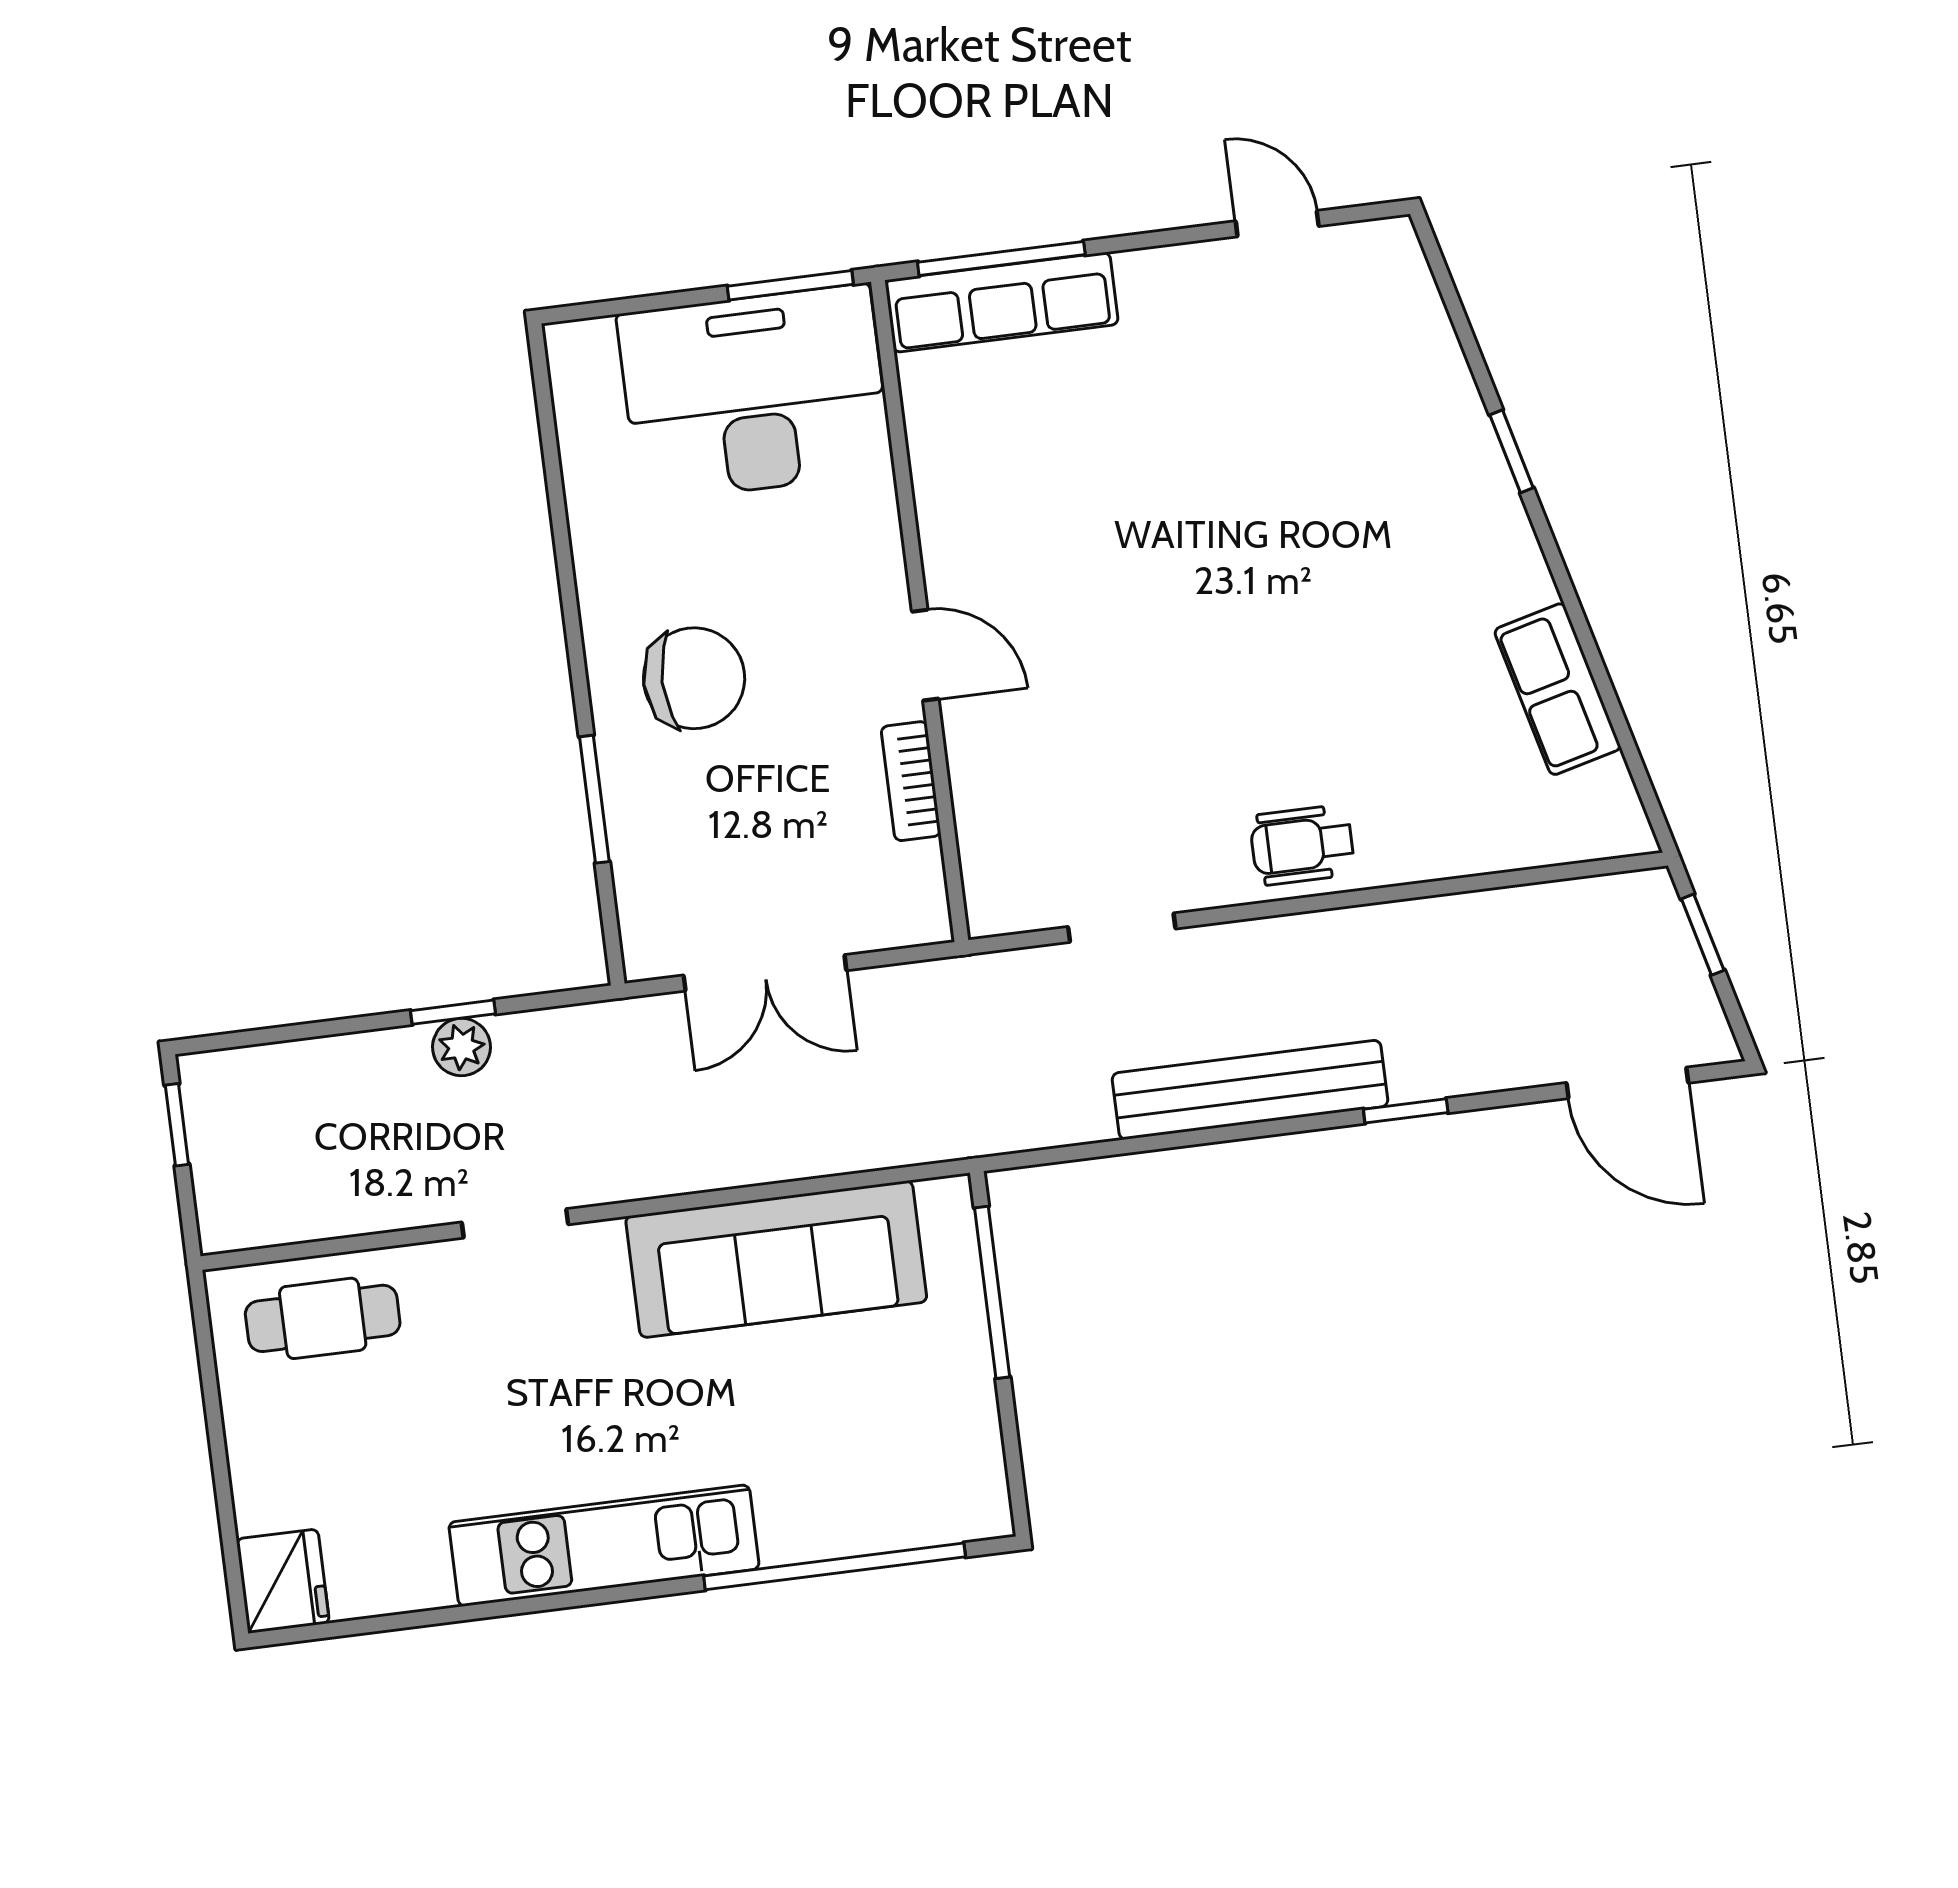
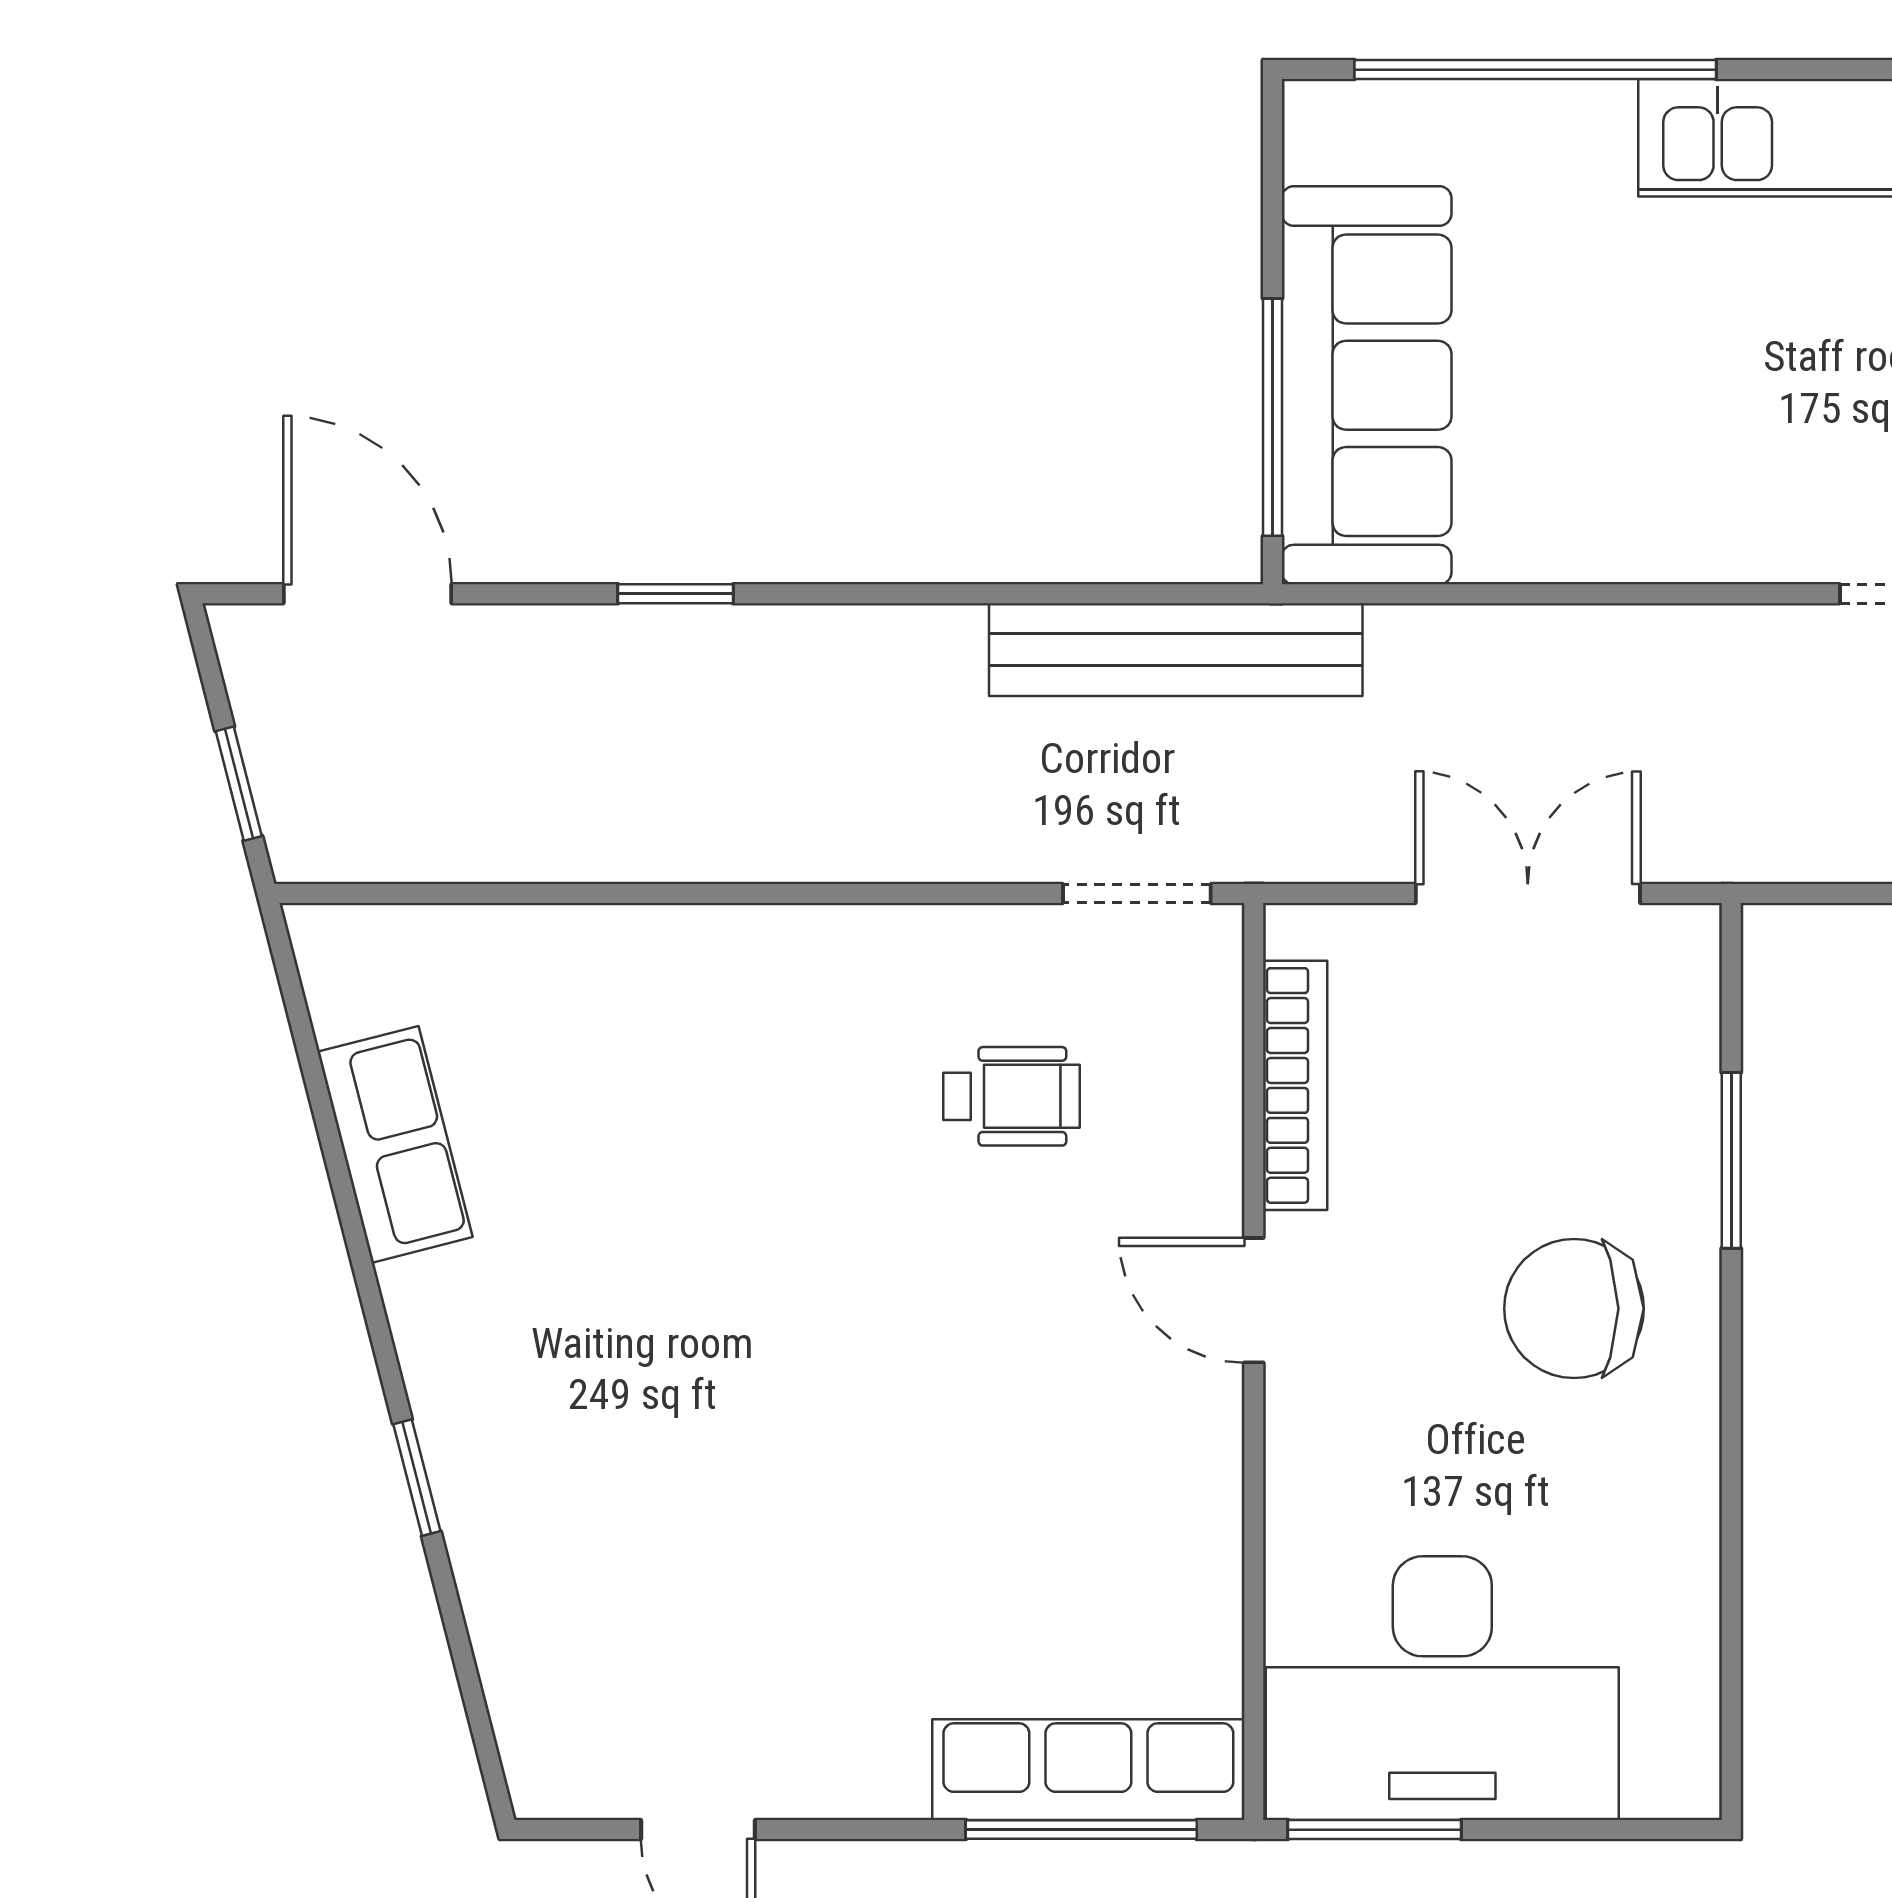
bookcase: (911, 781) -> (1295, 1085), width x1.56
wheelchair: (1302, 845) -> (1011, 1096), moved
doorway: (1122, 928) -> (1137, 893), moved
bench: (1250, 1090) -> (1176, 650), moved
sofa: (776, 1259) -> (1367, 385), moved, turned 90

